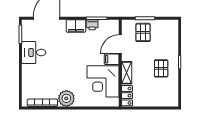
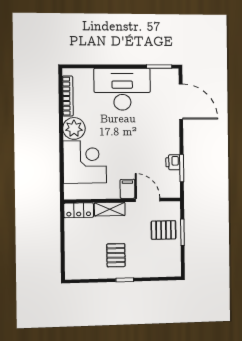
filing cabinet: (76, 26) -> (171, 141), removed
desk: (34, 52) -> (122, 89), width x1.87, depth x1.30
pallet: (161, 68) -> (116, 255), turned 90
corner desk: (103, 81) -> (85, 162), moved, turned 90

